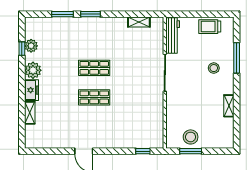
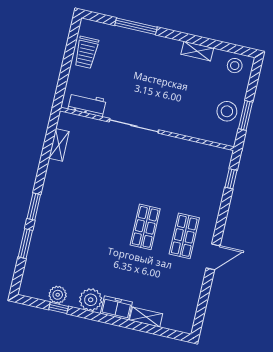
workbench: (173, 36) -> (87, 104), width x0.73
shop shelf: (94, 68) -> (184, 236), moved
stool: (214, 68) -> (235, 66), moved

